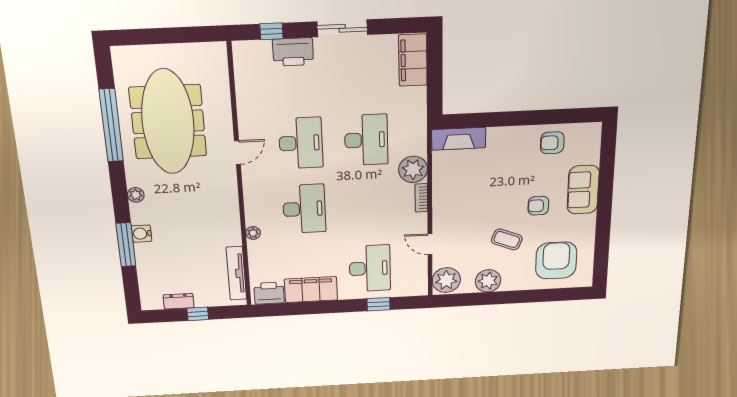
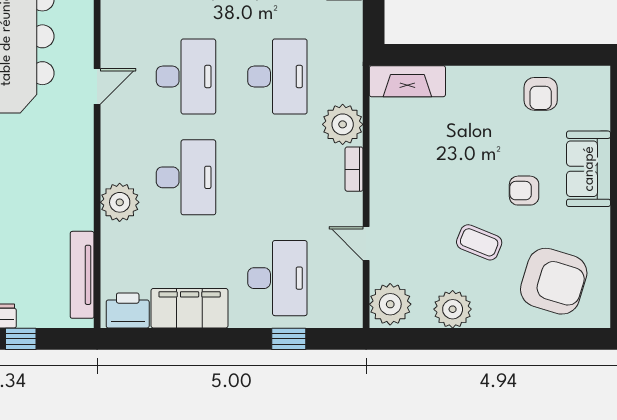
armchair: (552, 143) -> (541, 94), turned -90
plant: (253, 233) -> (120, 202), width x1.88, depth x1.88
armchair: (556, 261) -> (554, 281), turned 107

